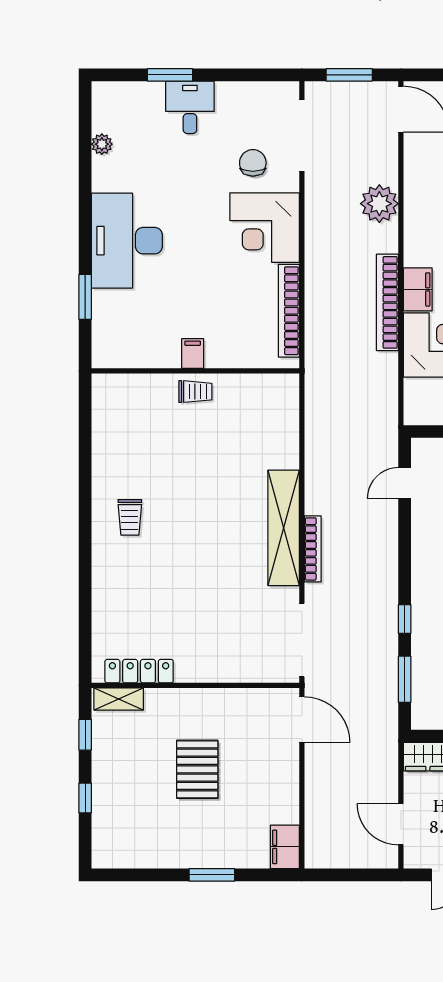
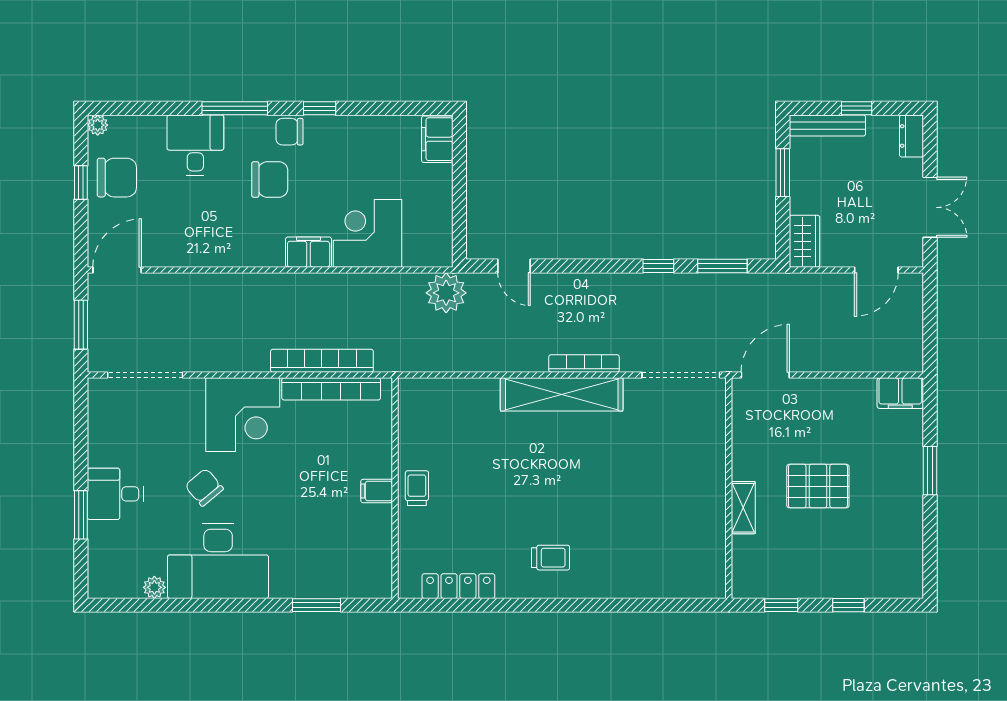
chair: (253, 163) -> (204, 487), moved, turned 50
plant: (379, 204) -> (446, 293), moved
desk: (127, 241) -> (218, 561), moved
bookcase: (387, 302) -> (322, 361), moved, turned 180
locker: (139, 671) -> (458, 586), moved, turned 90
shelving: (119, 699) -> (743, 508), moved

